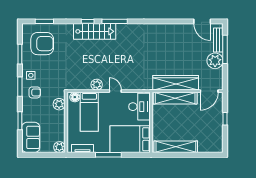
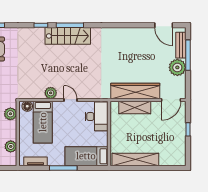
stairs: (95, 31) -> (68, 36), moved
shelving: (175, 98) -> (135, 107), width x0.68
bed: (130, 139) -> (86, 156), width x0.67
plant: (59, 147) -> (11, 146), moved

